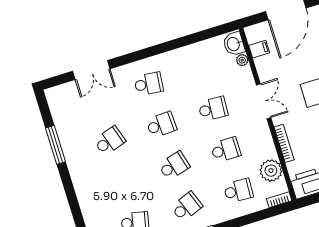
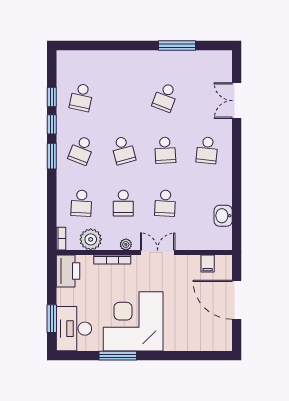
washbasin: (234, 44) -> (223, 216), moved, turned -90
plant: (242, 60) -> (126, 244), moved
double door: (264, 101) -> (158, 253), swing flipped
school desk: (110, 141) -> (165, 97), turned 39
school desk: (187, 207) -> (81, 150), turned 42

